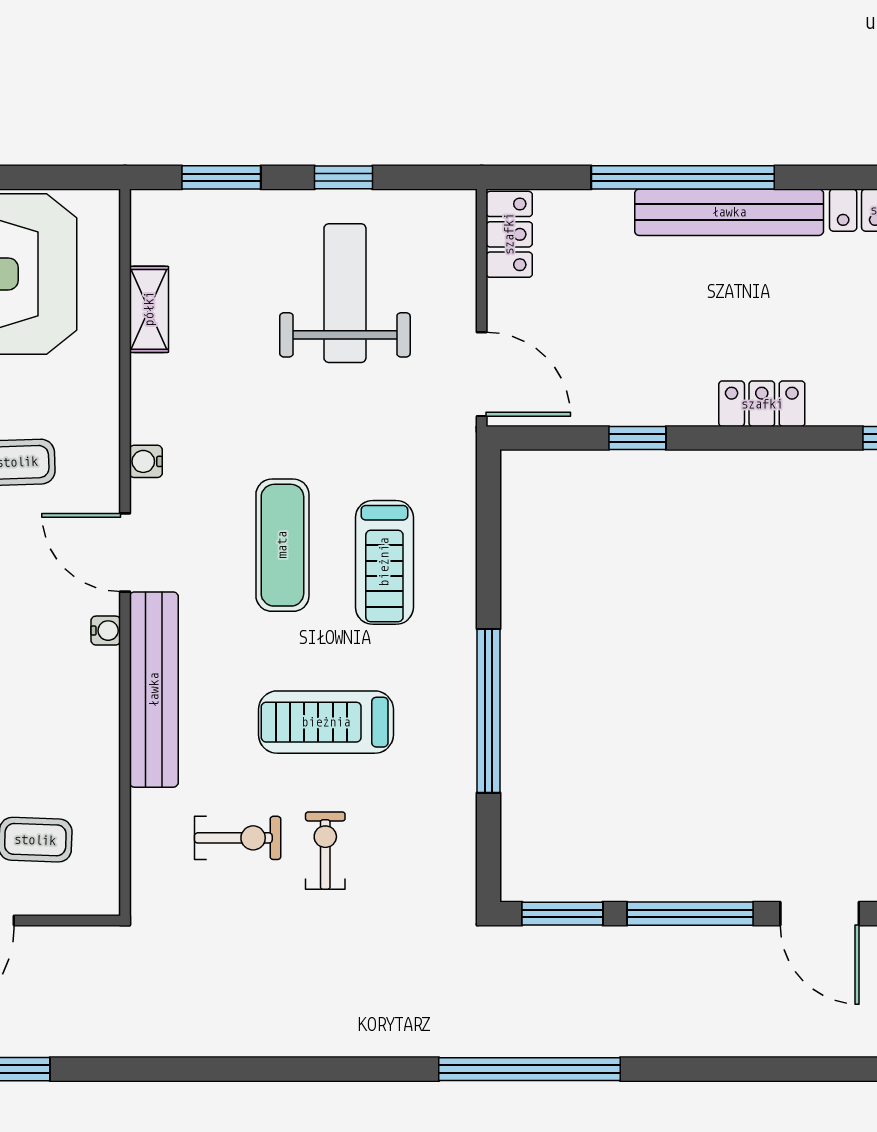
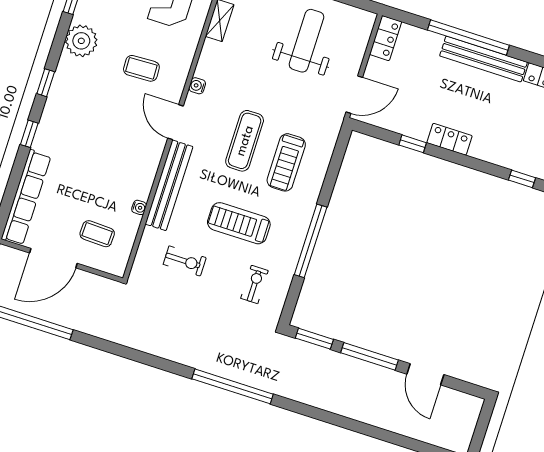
door: (482, 374) -> (354, 95), hinge flipped
locker: (762, 404) -> (449, 139), moved
water cooler: (106, 631) -> (139, 207), moved
exercise bike: (325, 851) -> (255, 284), moved
window: (530, 1069) -> (233, 386), moved

